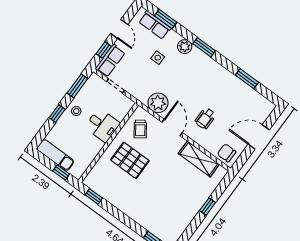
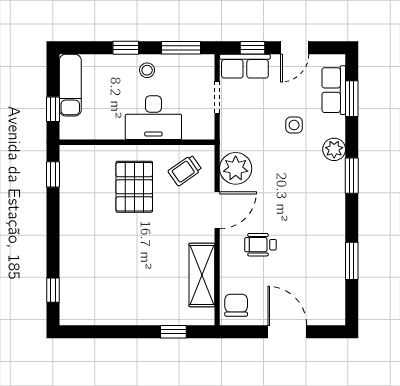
desk: (102, 125) -> (153, 118), width x1.37
window: (208, 207) -> (173, 332), moved

